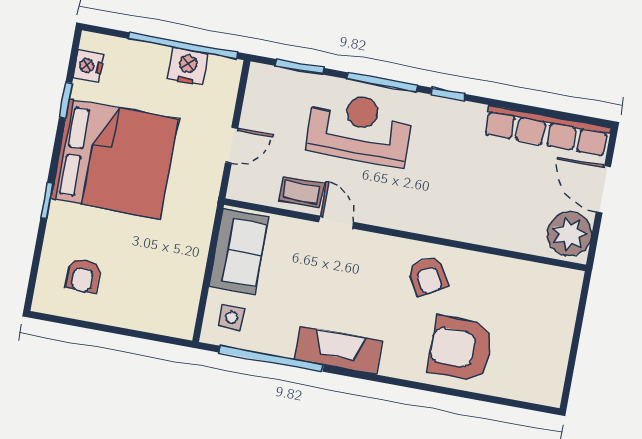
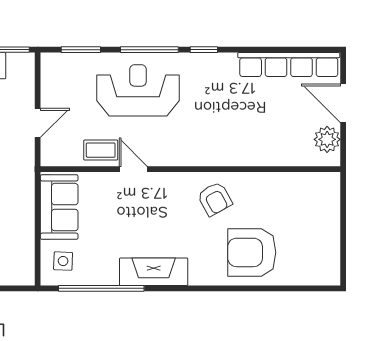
plant: (569, 234) -> (327, 139), width x0.73, depth x0.73

